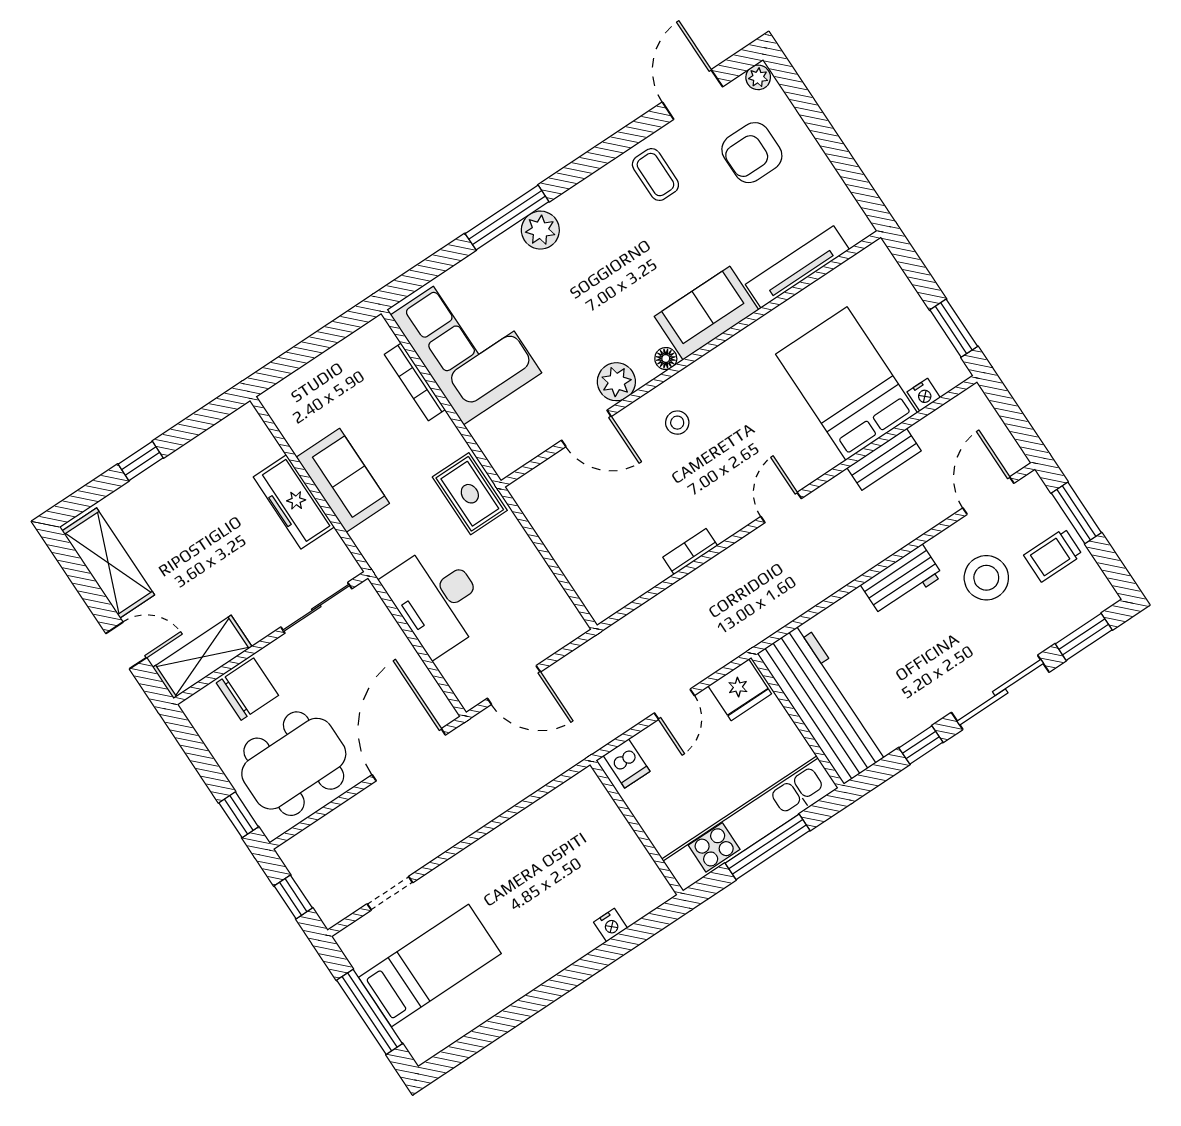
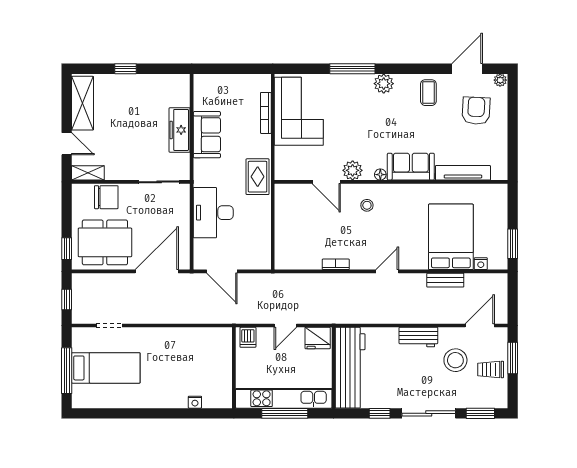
armchair: (752, 153) -> (476, 111), turned 93
plant: (540, 230) -> (384, 84), moved
shelving: (202, 657) -> (88, 173), width x0.67, depth x0.75

